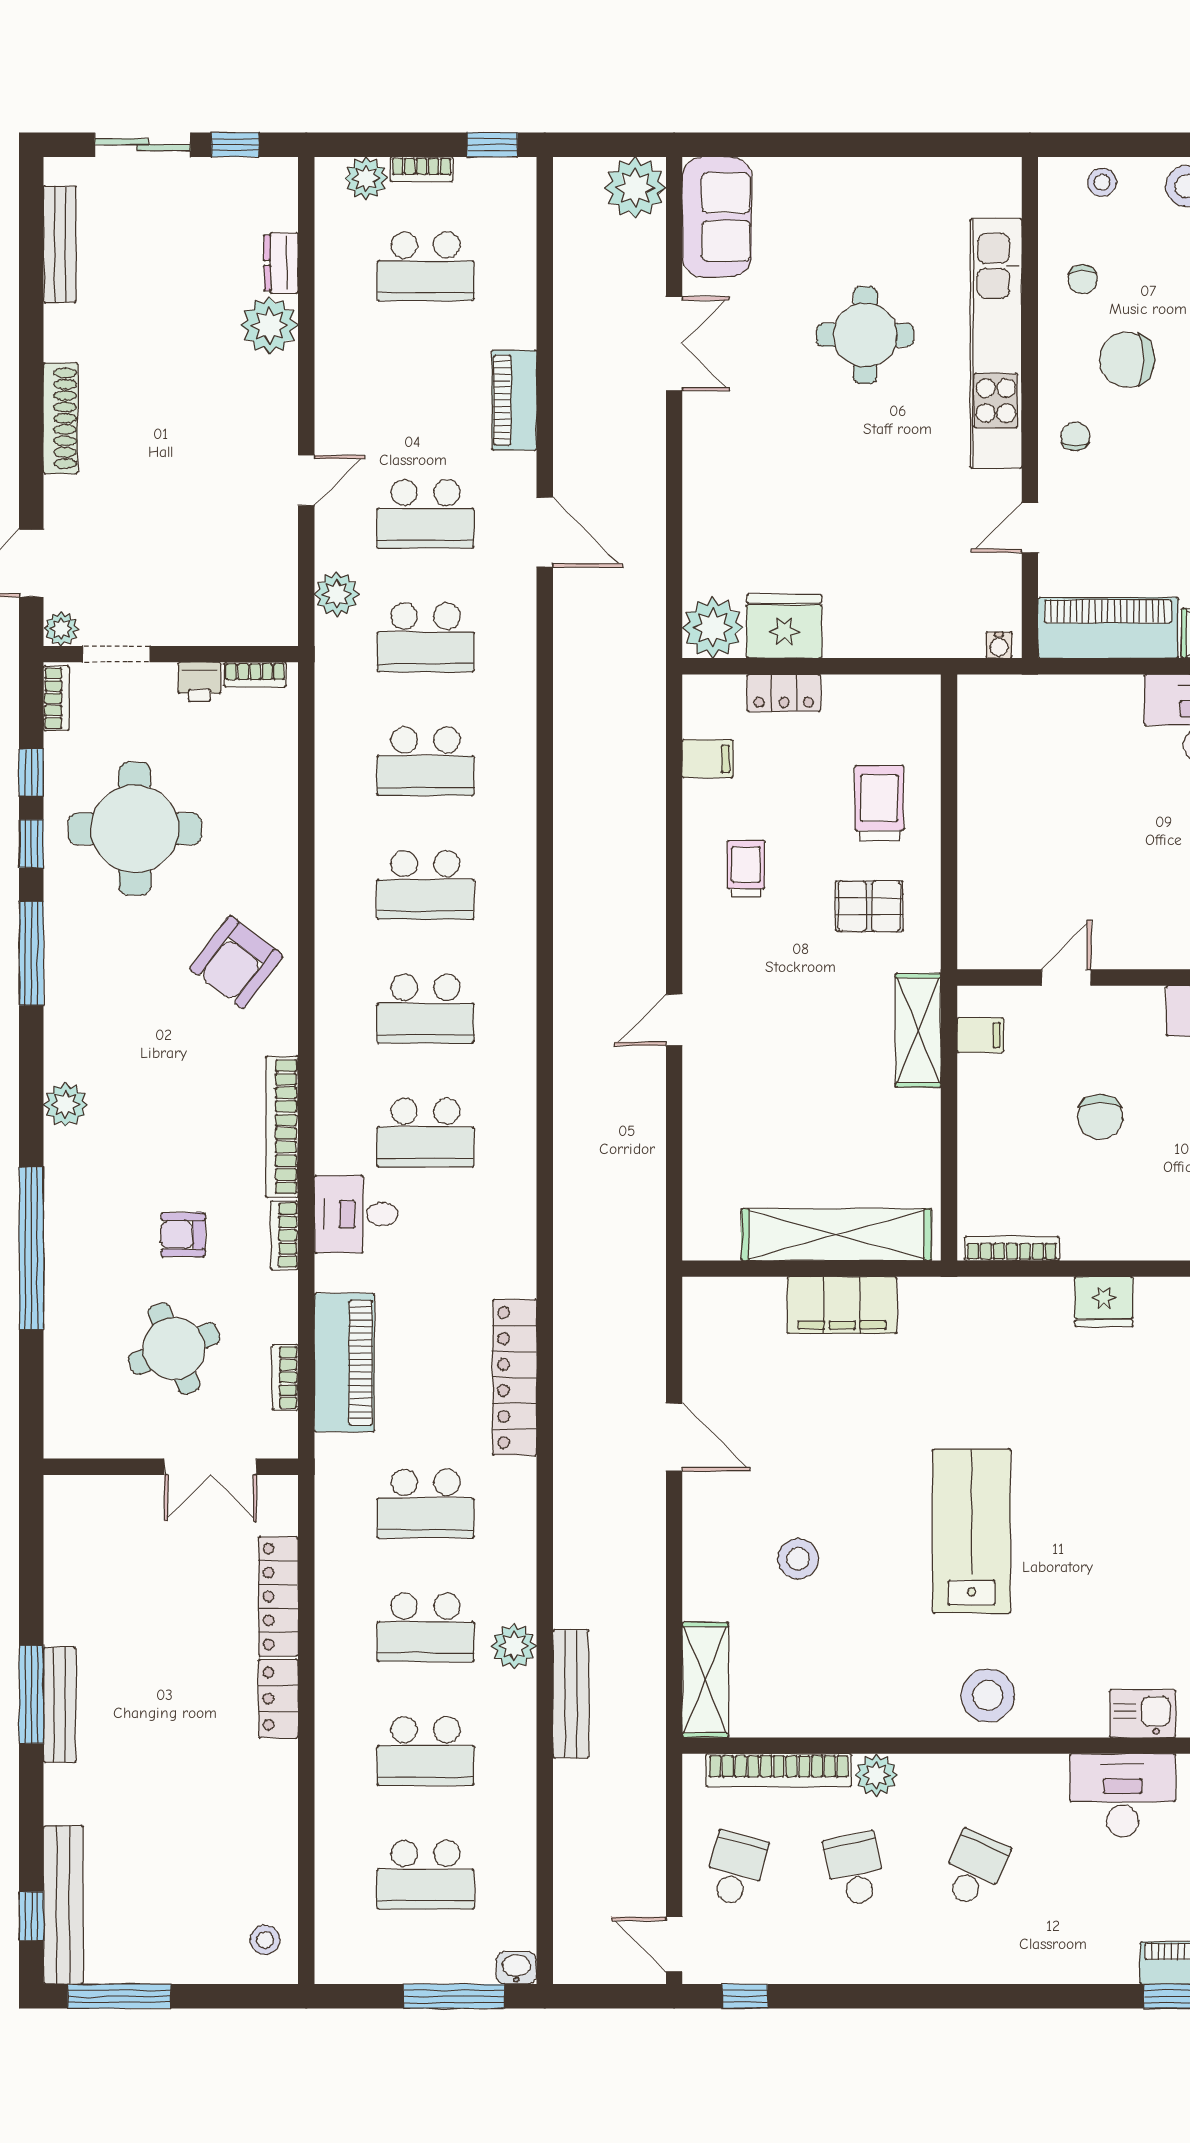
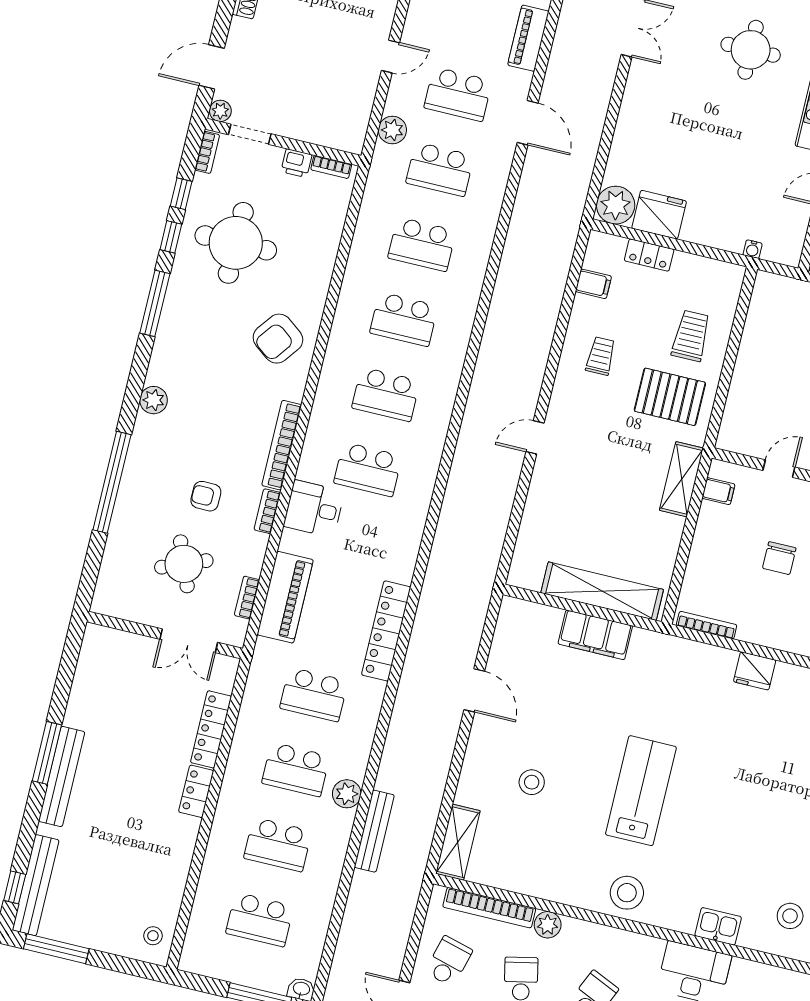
water cooler: (999, 645) -> (753, 249), moved
pallet: (869, 906) -> (670, 397), width x1.50, depth x1.42
bench: (60, 1705) -> (62, 777), width x1.37, depth x1.21

